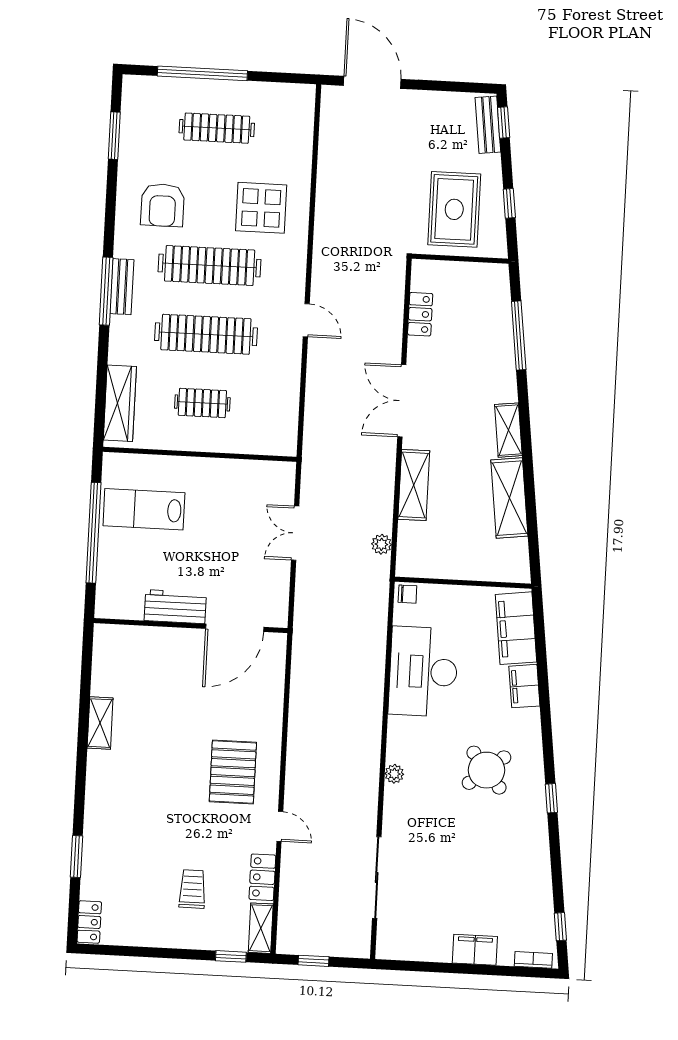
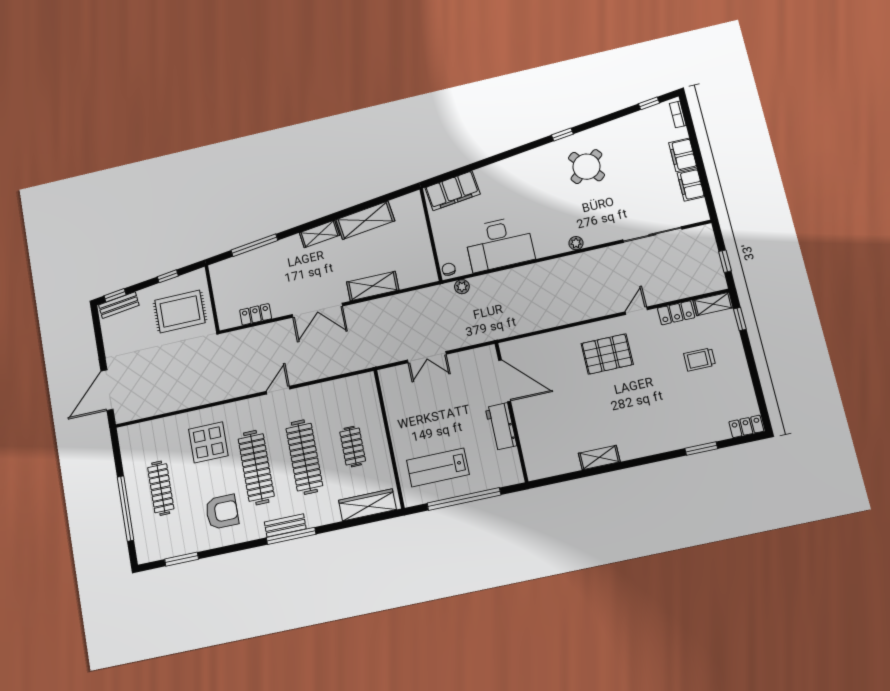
lab bench: (144, 509) -> (438, 467), turned 90
plant: (381, 544) -> (462, 287), moved
filing cabinet: (524, 686) -> (691, 185), moved, turned 97
round table: (486, 770) -> (586, 167), moved

